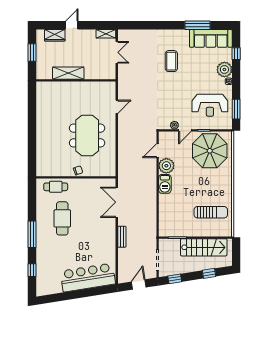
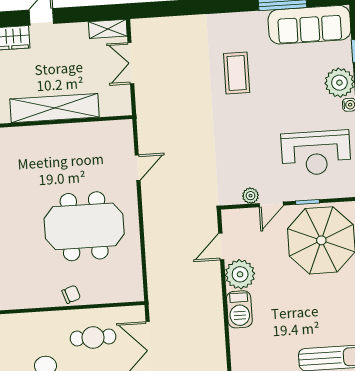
double door: (117, 52) -> (131, 63), swing flipped
shelving: (68, 73) -> (55, 108), width x1.47
meeting table: (87, 136) -> (84, 226), turned 90
cafe table: (56, 187) -> (93, 337), moved

